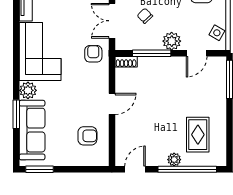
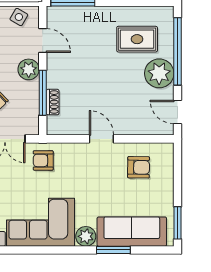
shoe rack: (126, 62) -> (53, 102), moved
armchair: (87, 136) -> (139, 167), turned 91
plant: (174, 160) -> (159, 73), width x1.87, depth x1.87

